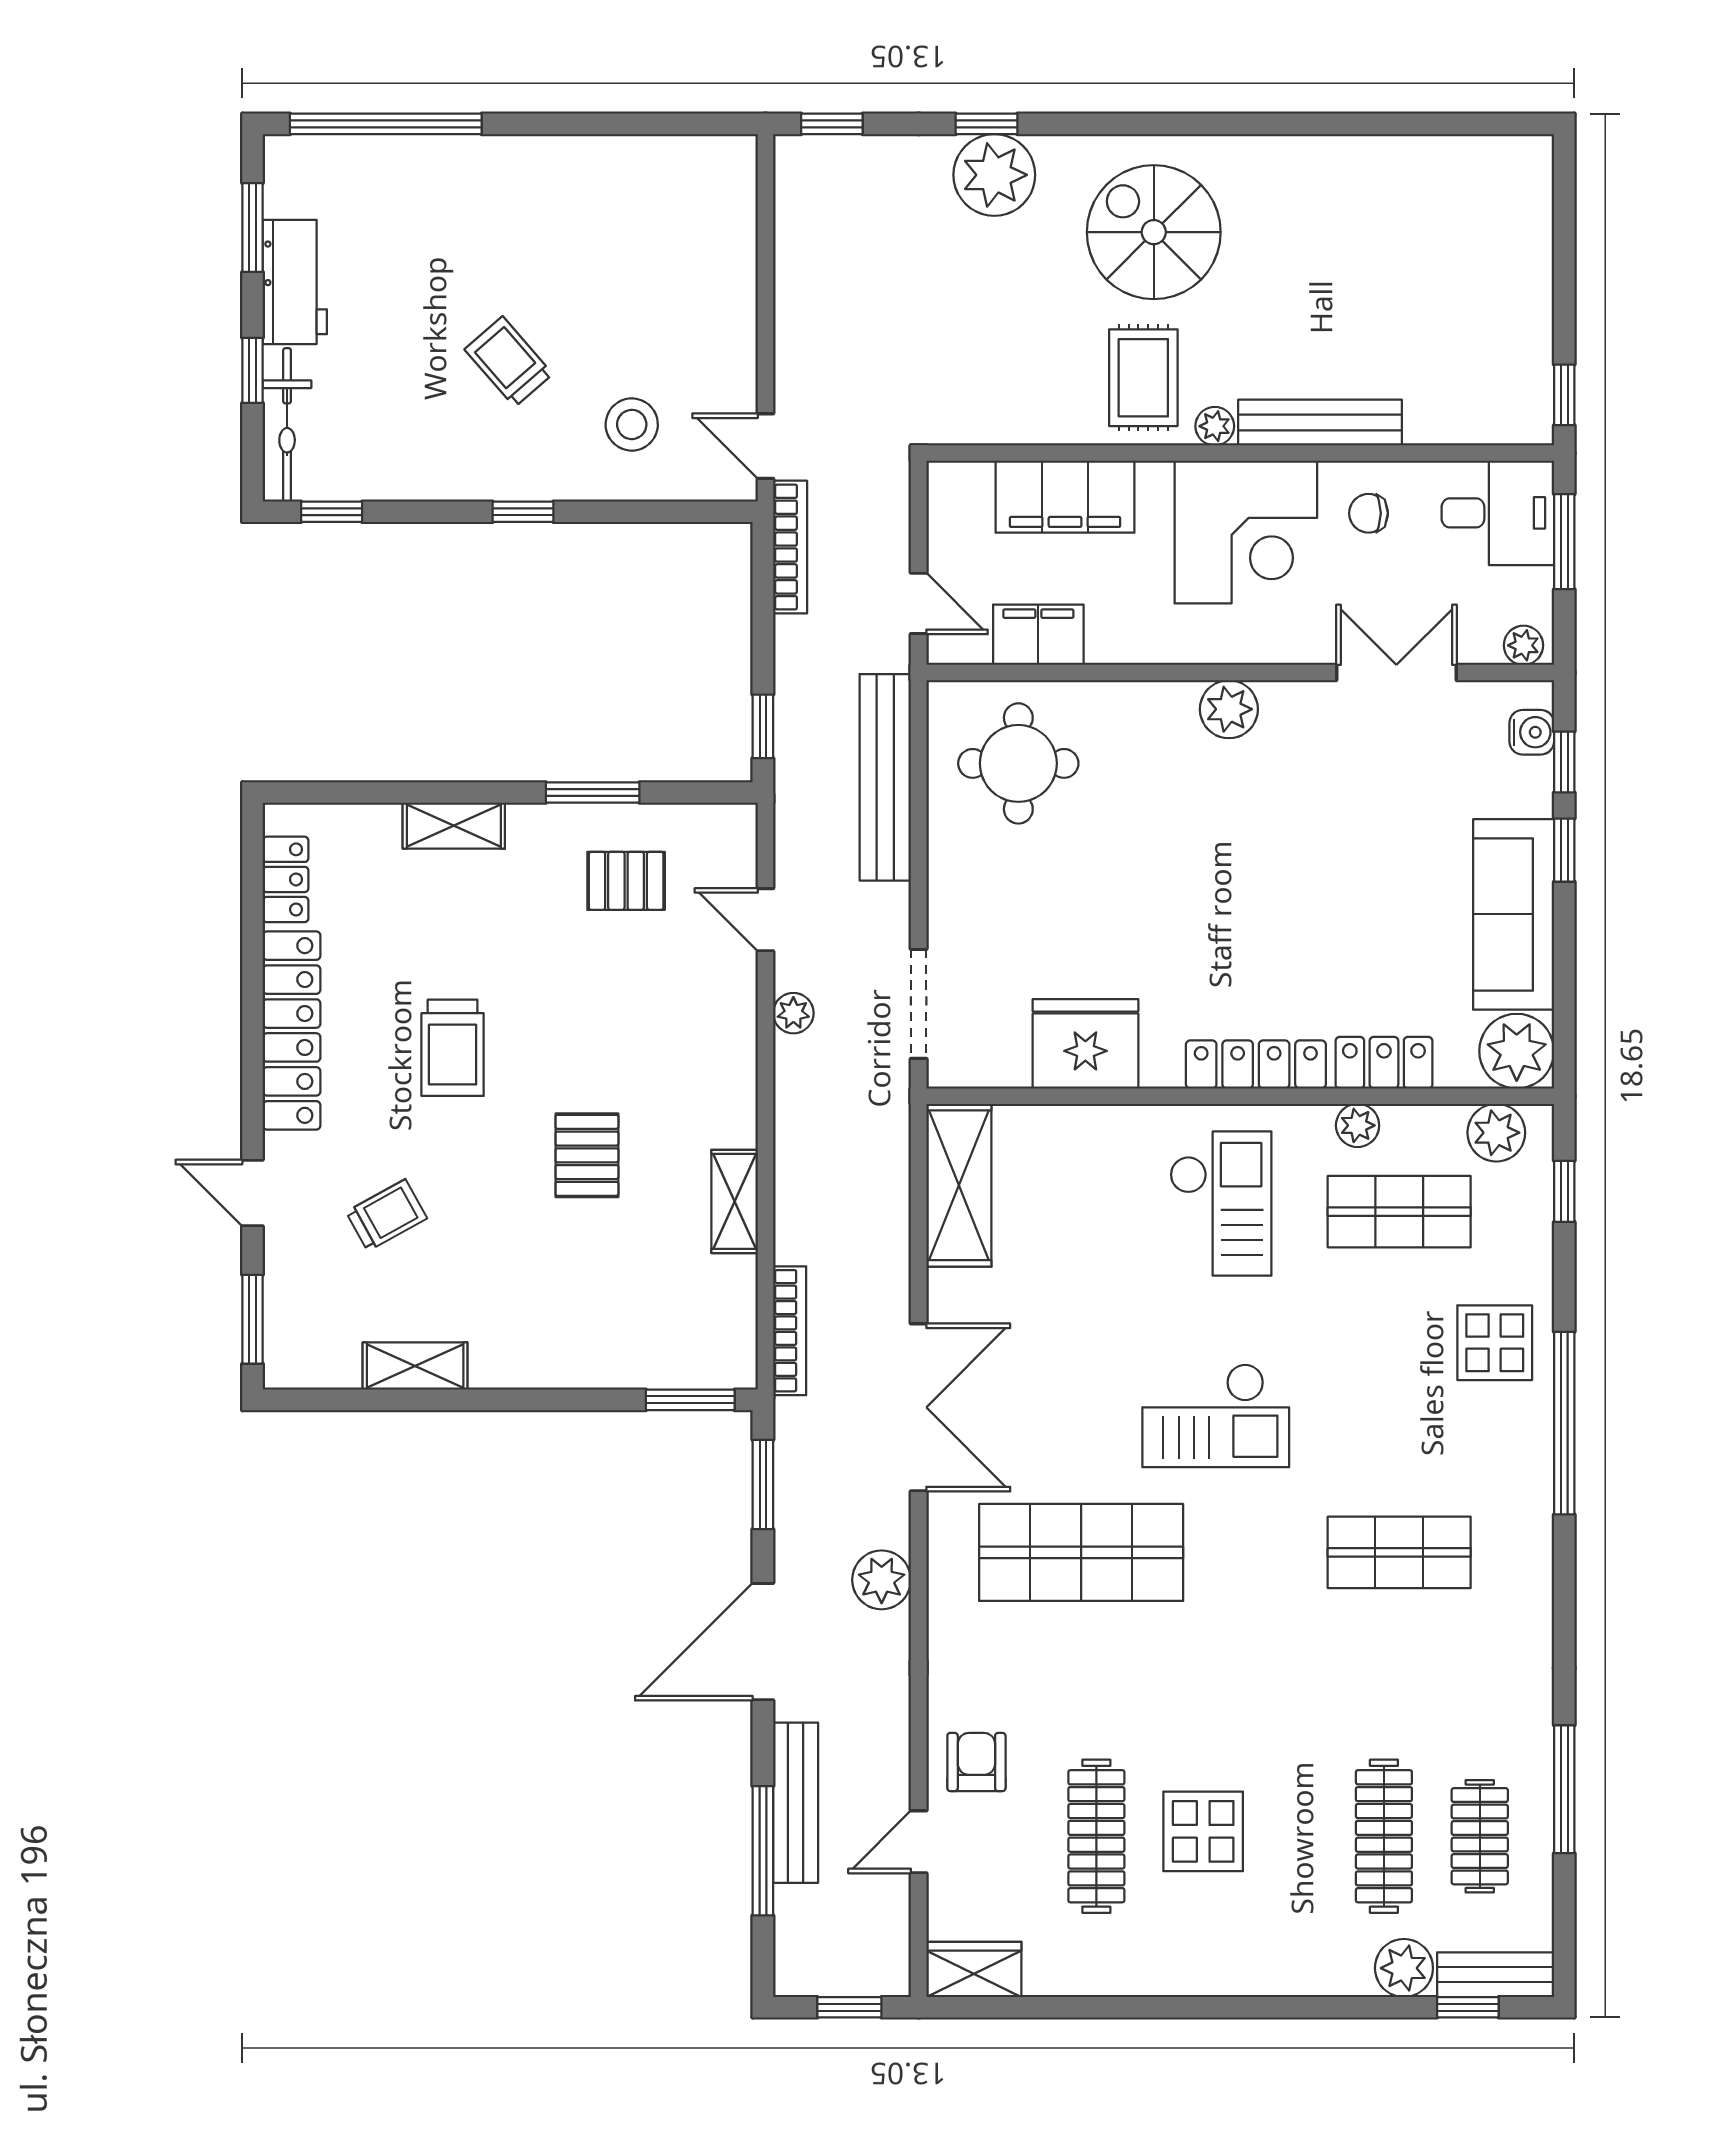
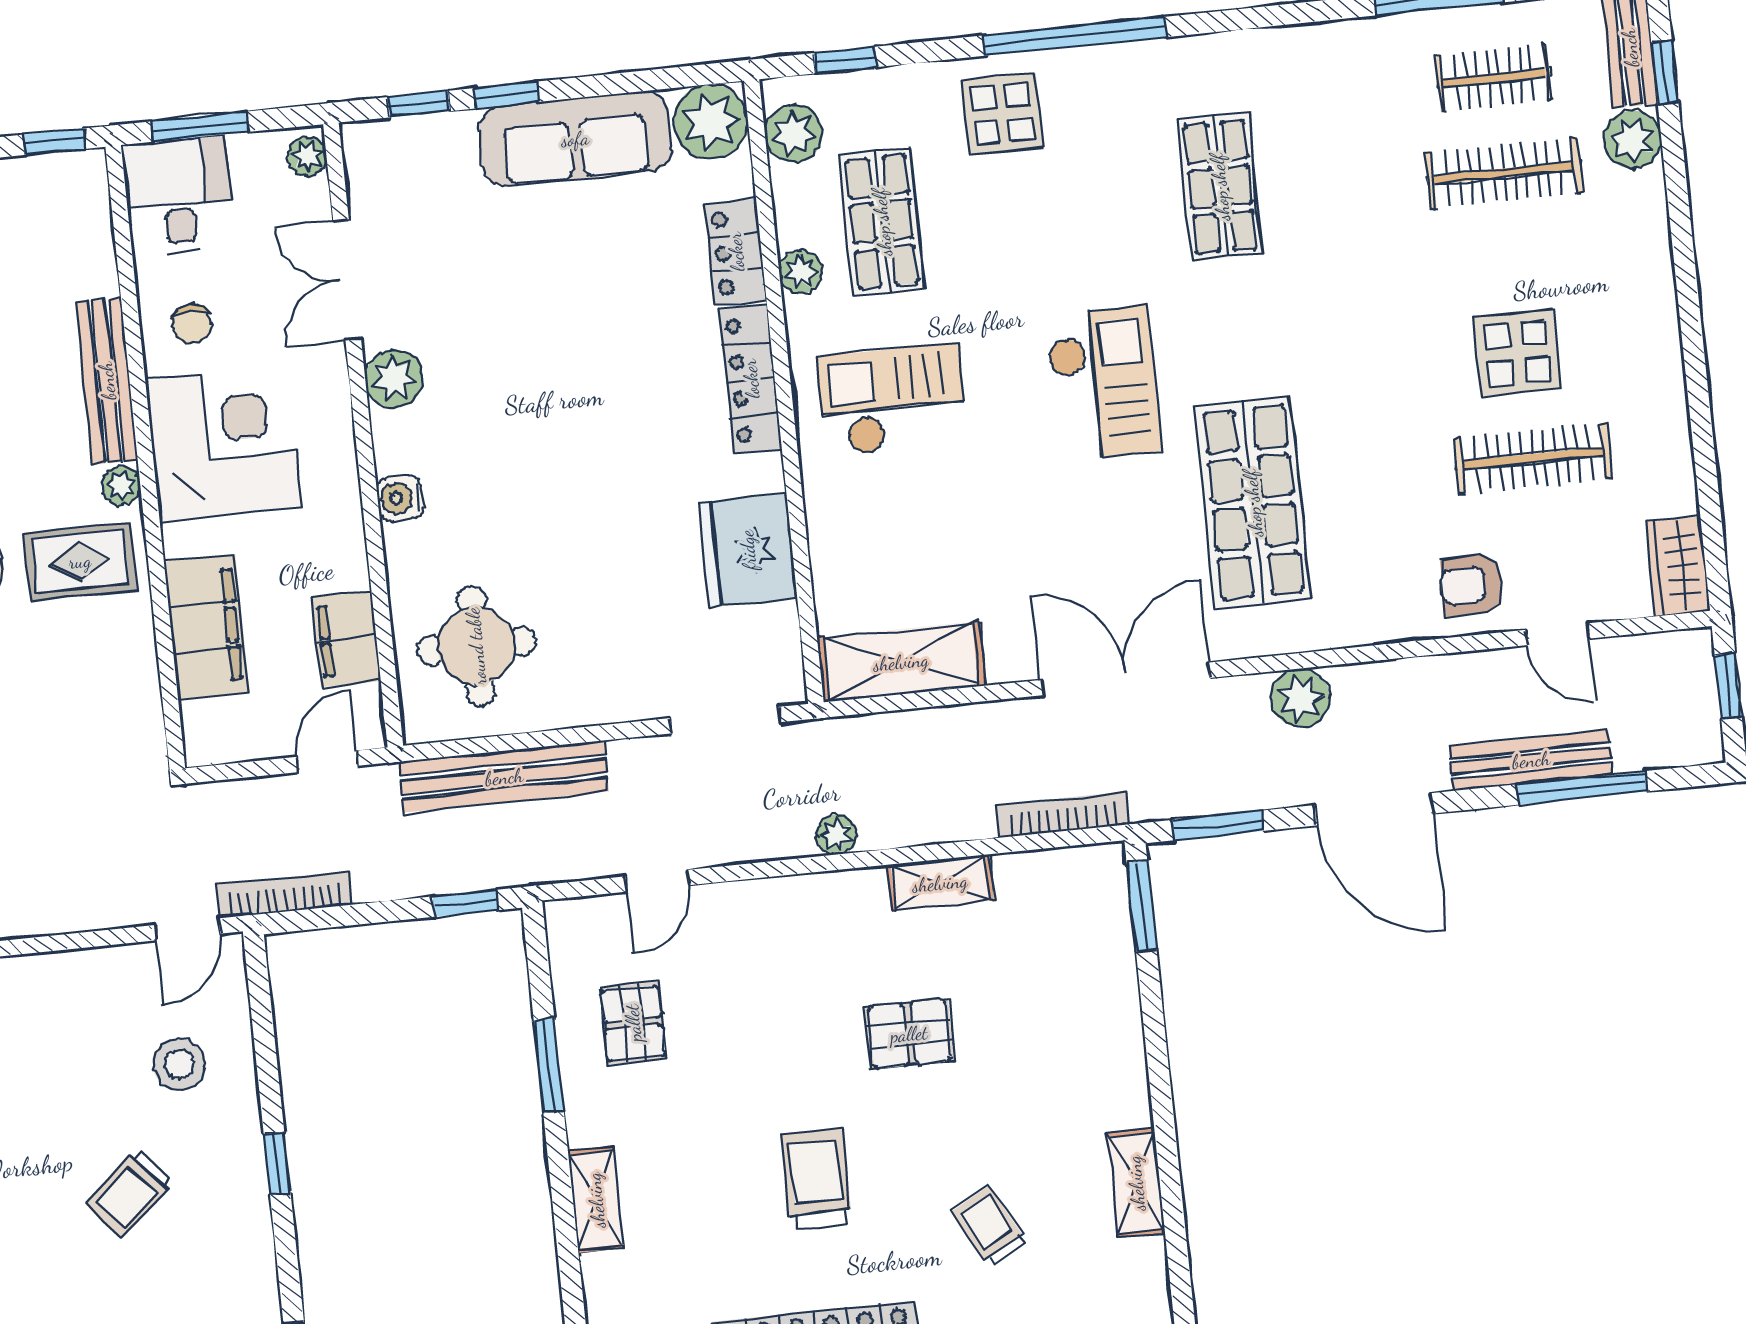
plant: (1229, 709) -> (394, 379), moved
water cooler: (1532, 732) -> (400, 498), moved, turned -90
plant: (793, 1013) -> (836, 834), moved
trolley: (453, 1048) -> (816, 1178), turned -90

